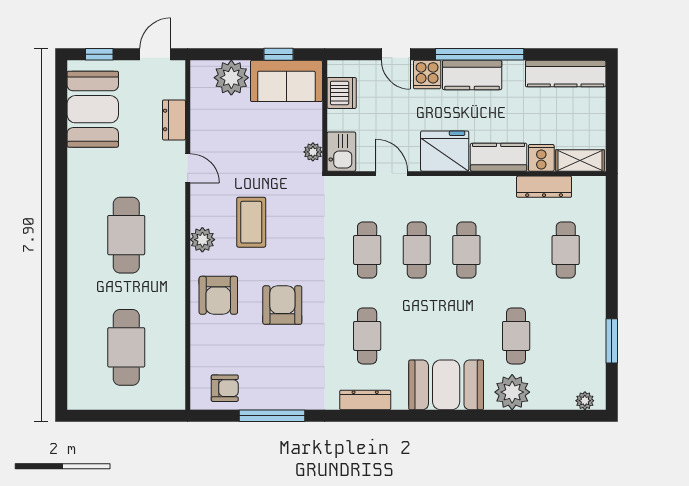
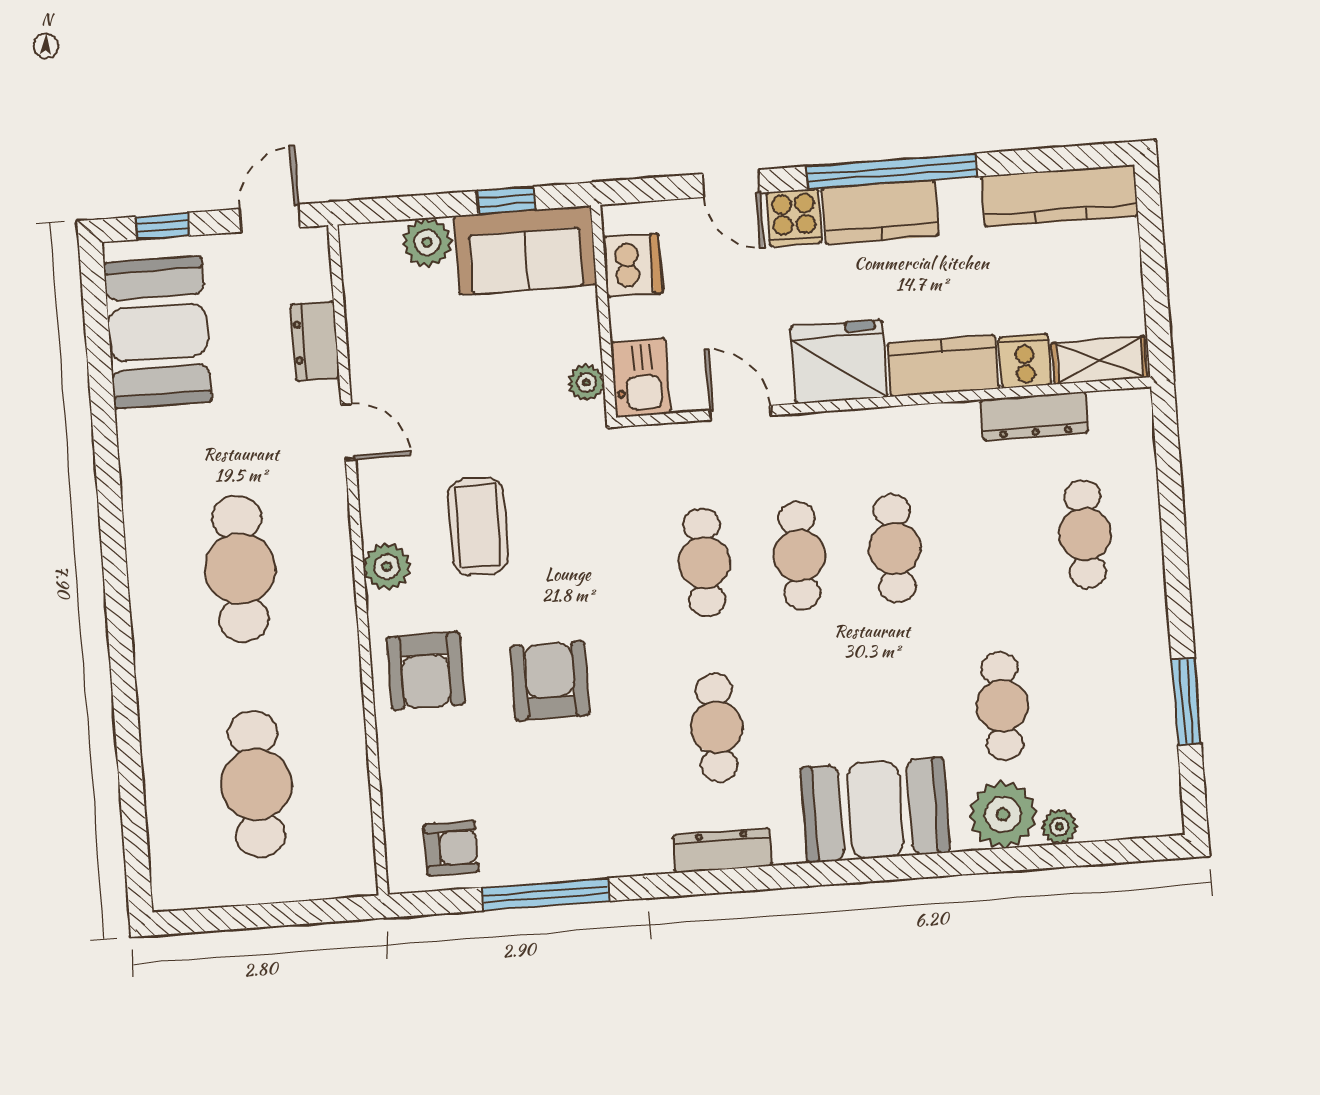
plant: (231, 78) -> (427, 242), width x0.73, depth x0.73
plant: (585, 401) -> (1059, 827), moved

